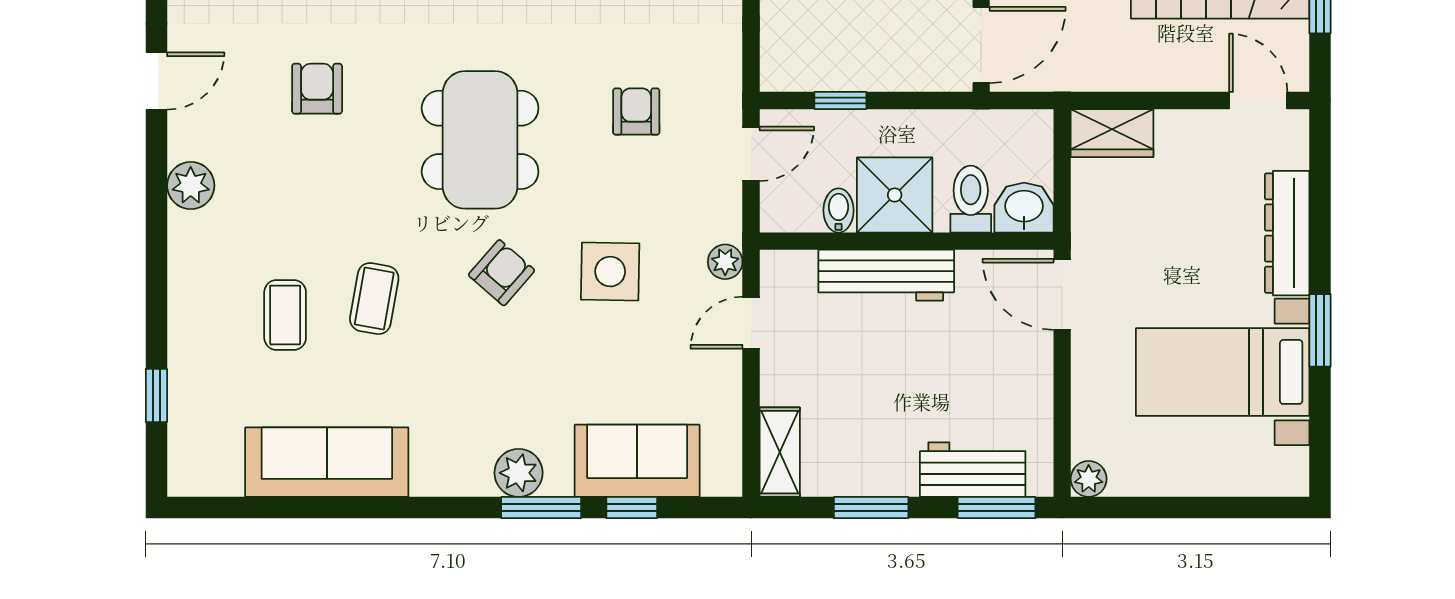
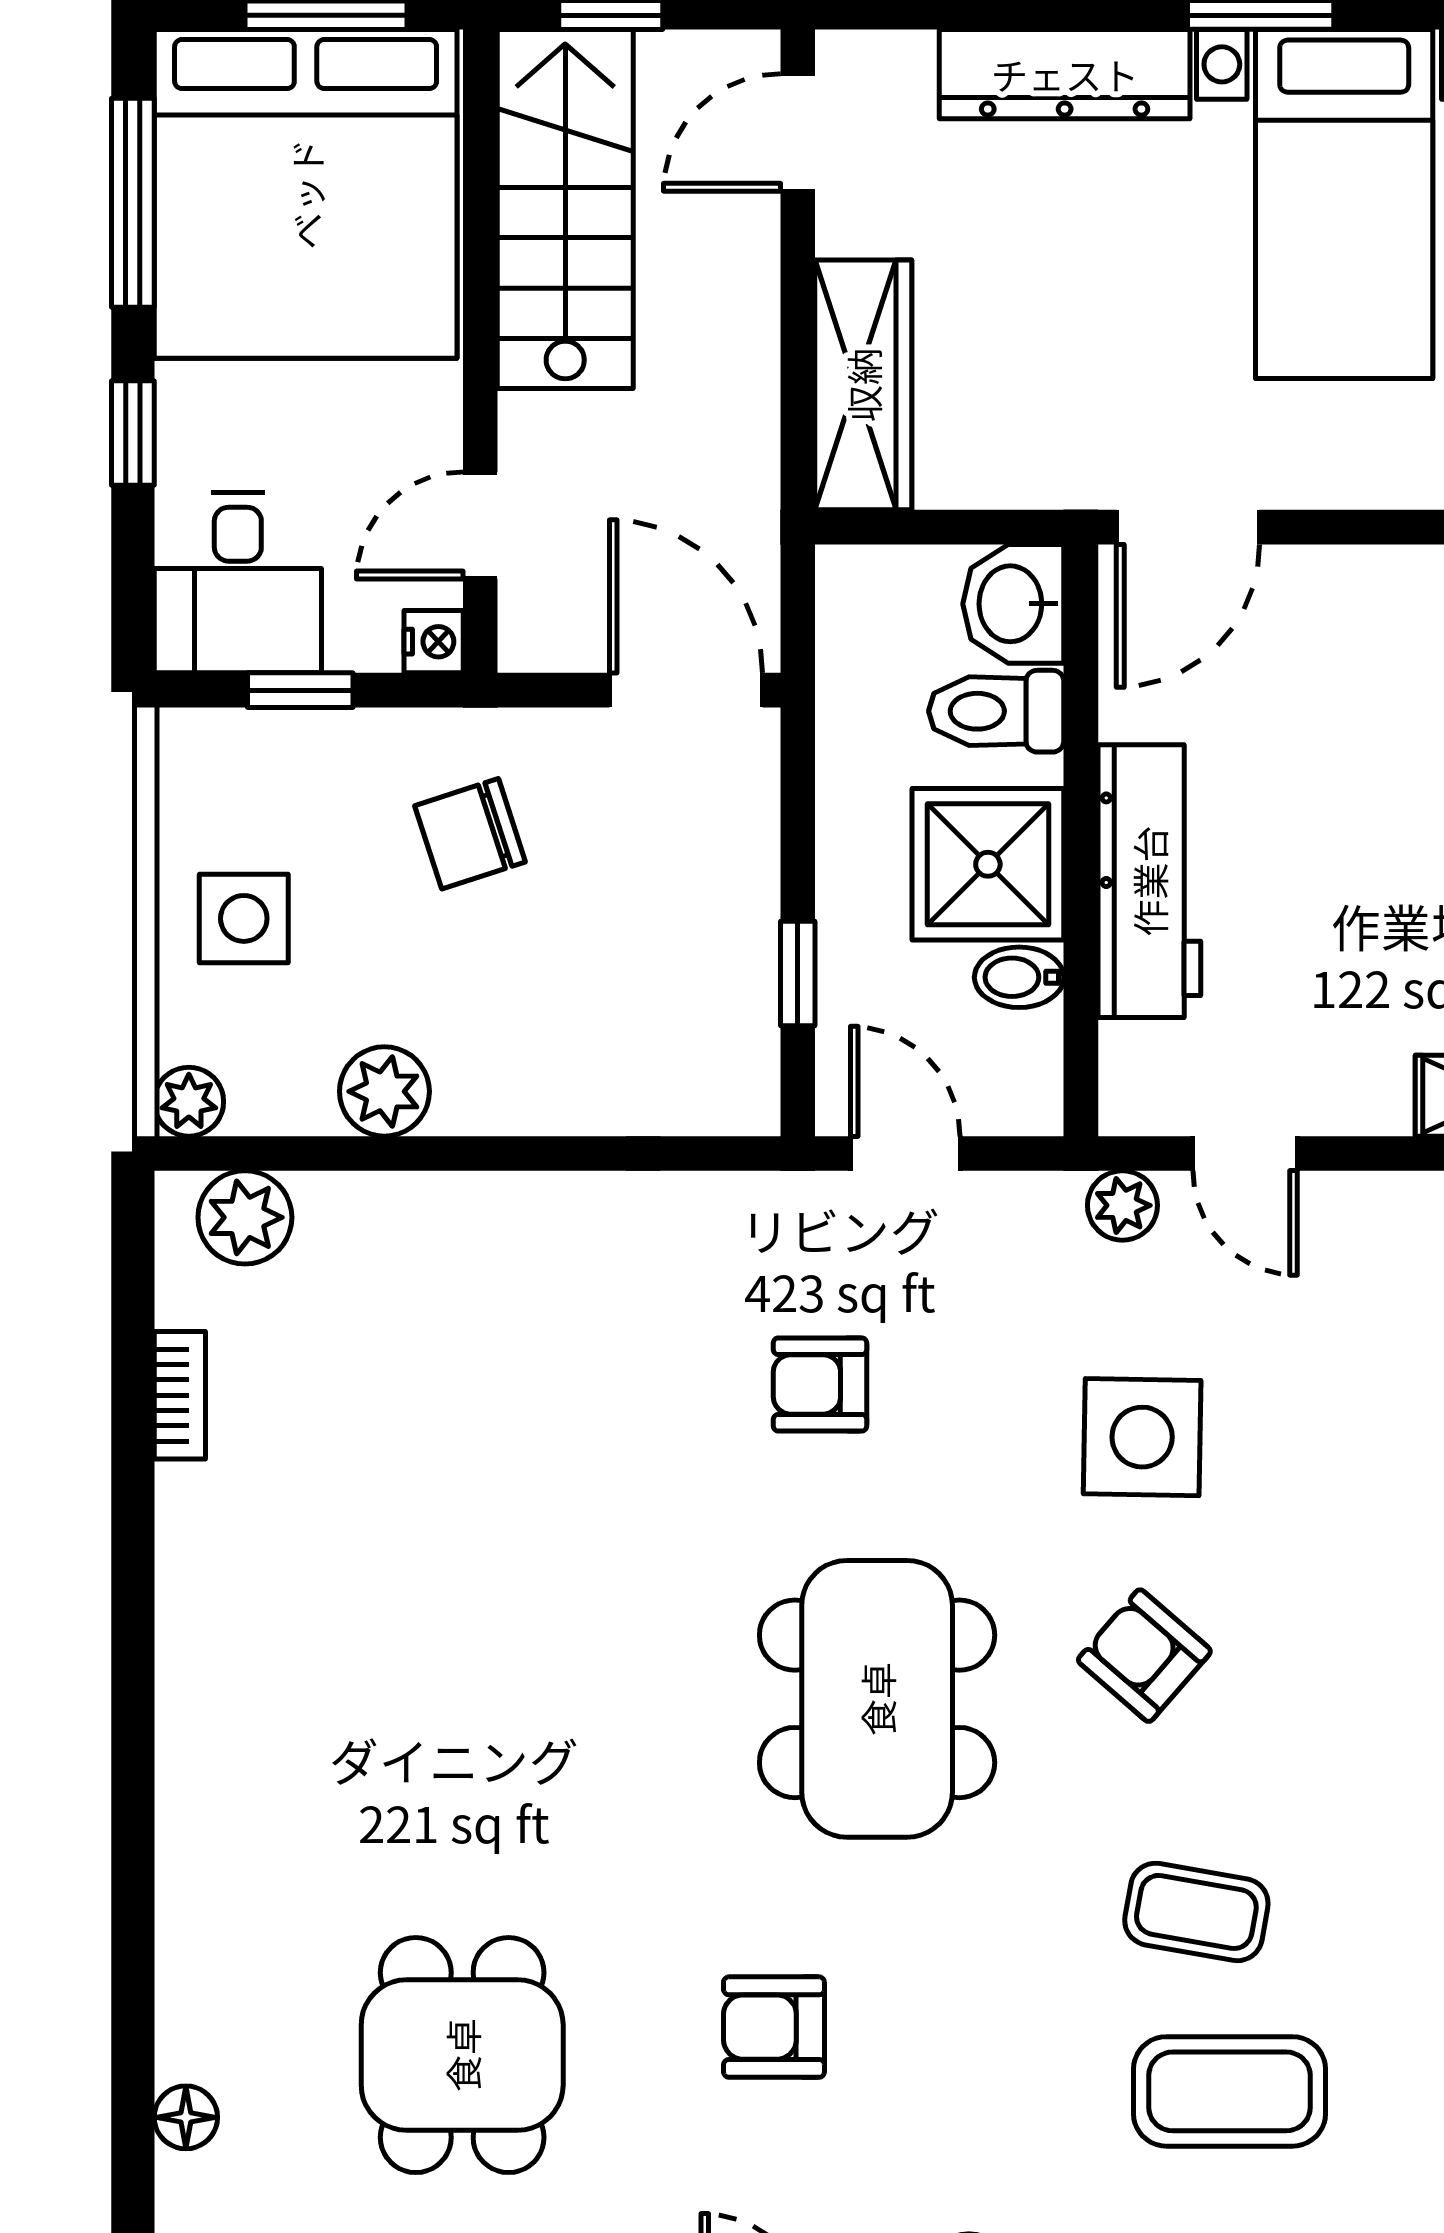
wardrobe: (1112, 133) -> (863, 385), width x1.50
dining table: (480, 140) -> (877, 1699), turned 90
coffee table: (285, 315) -> (1229, 2091), width x1.36, depth x1.30

